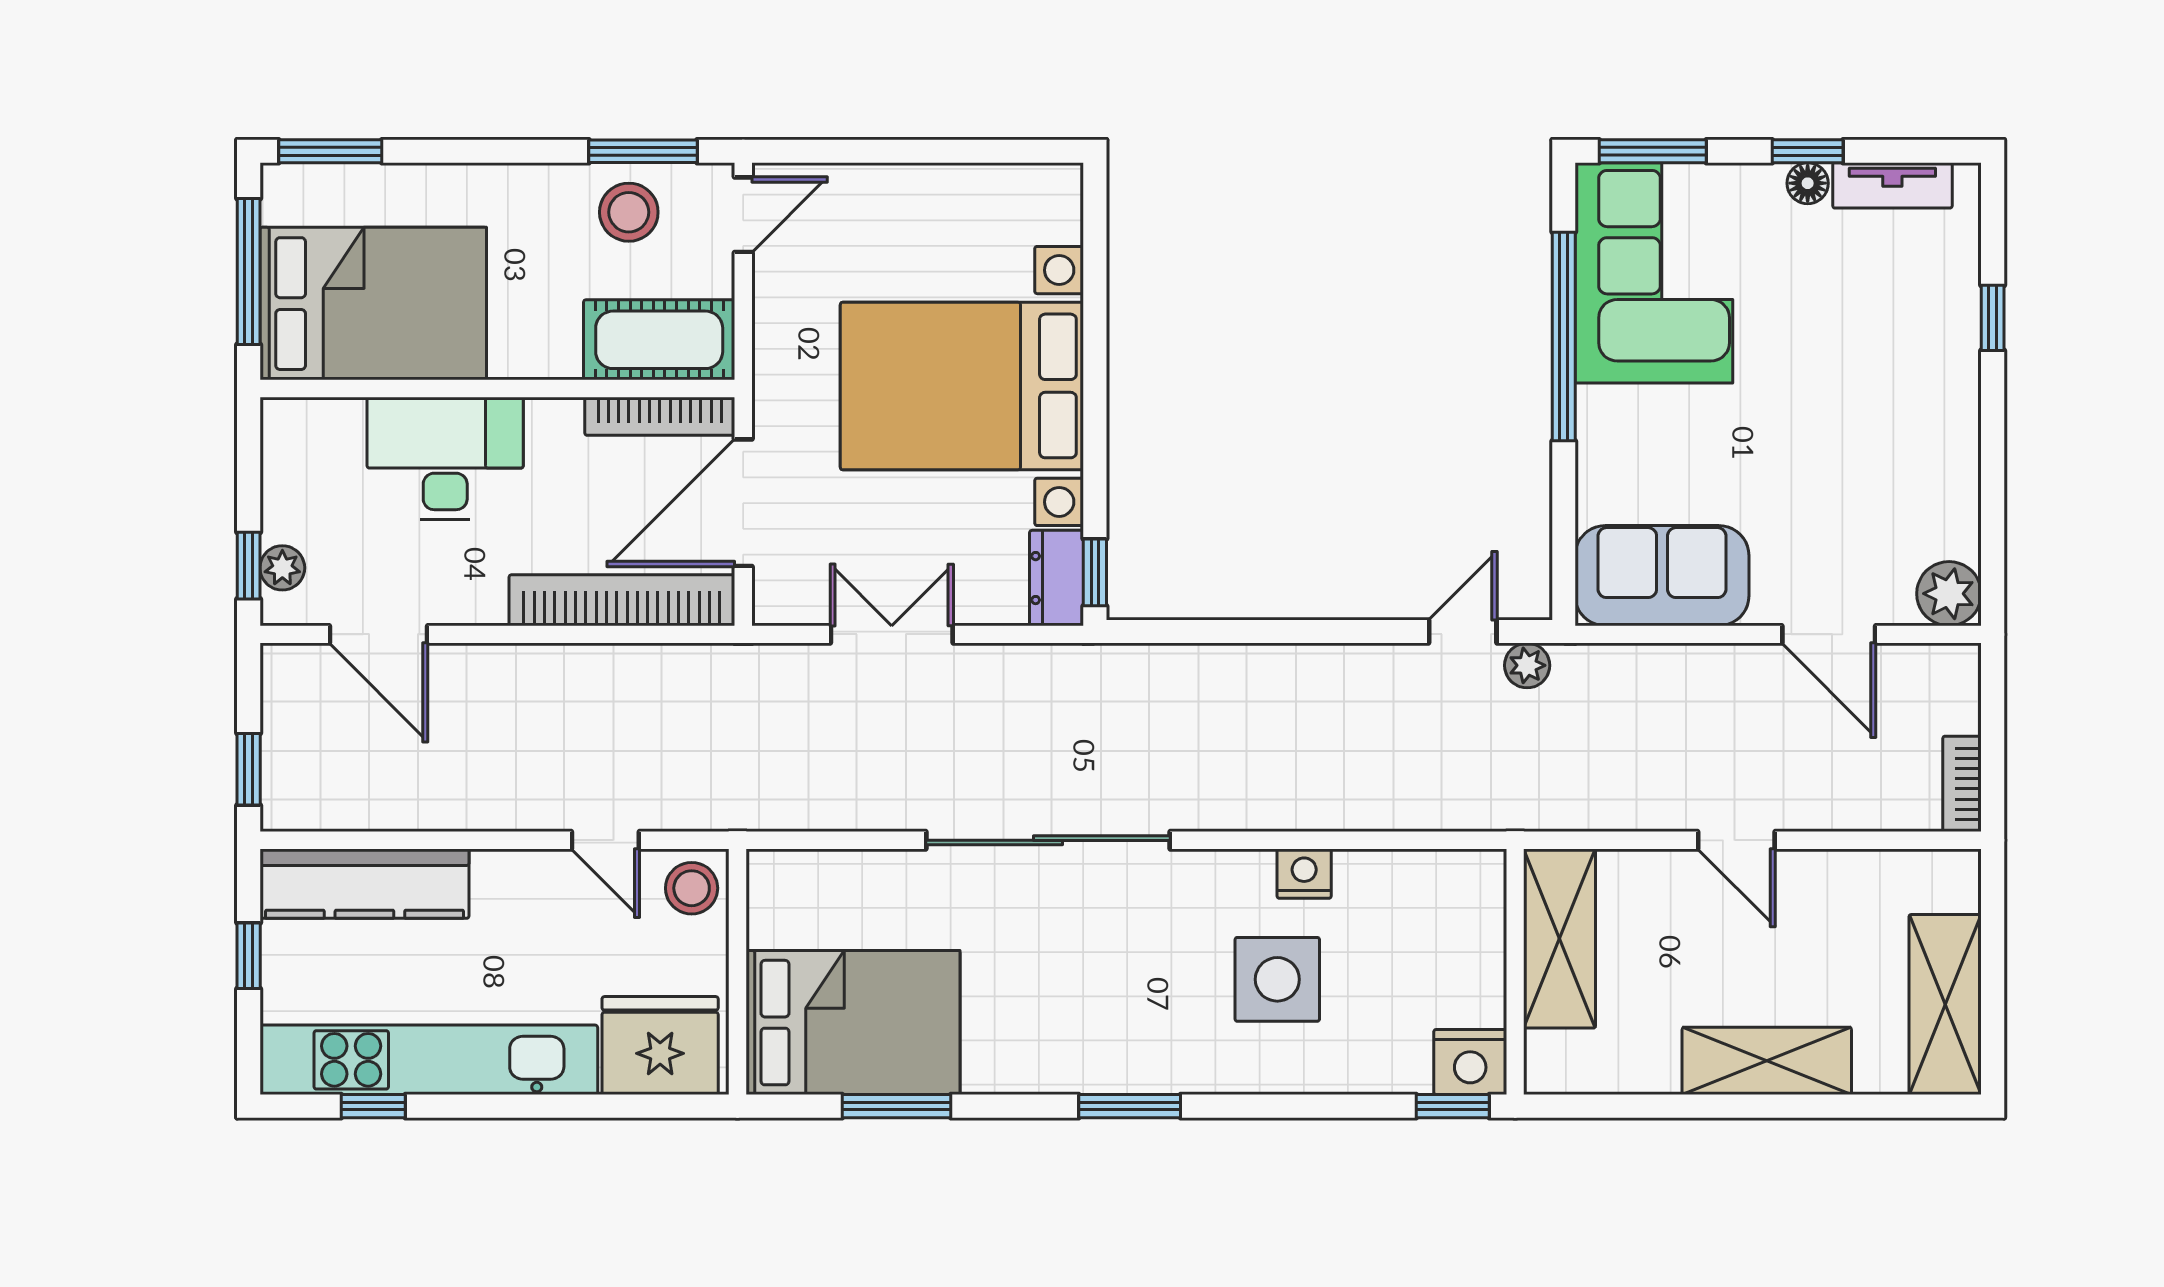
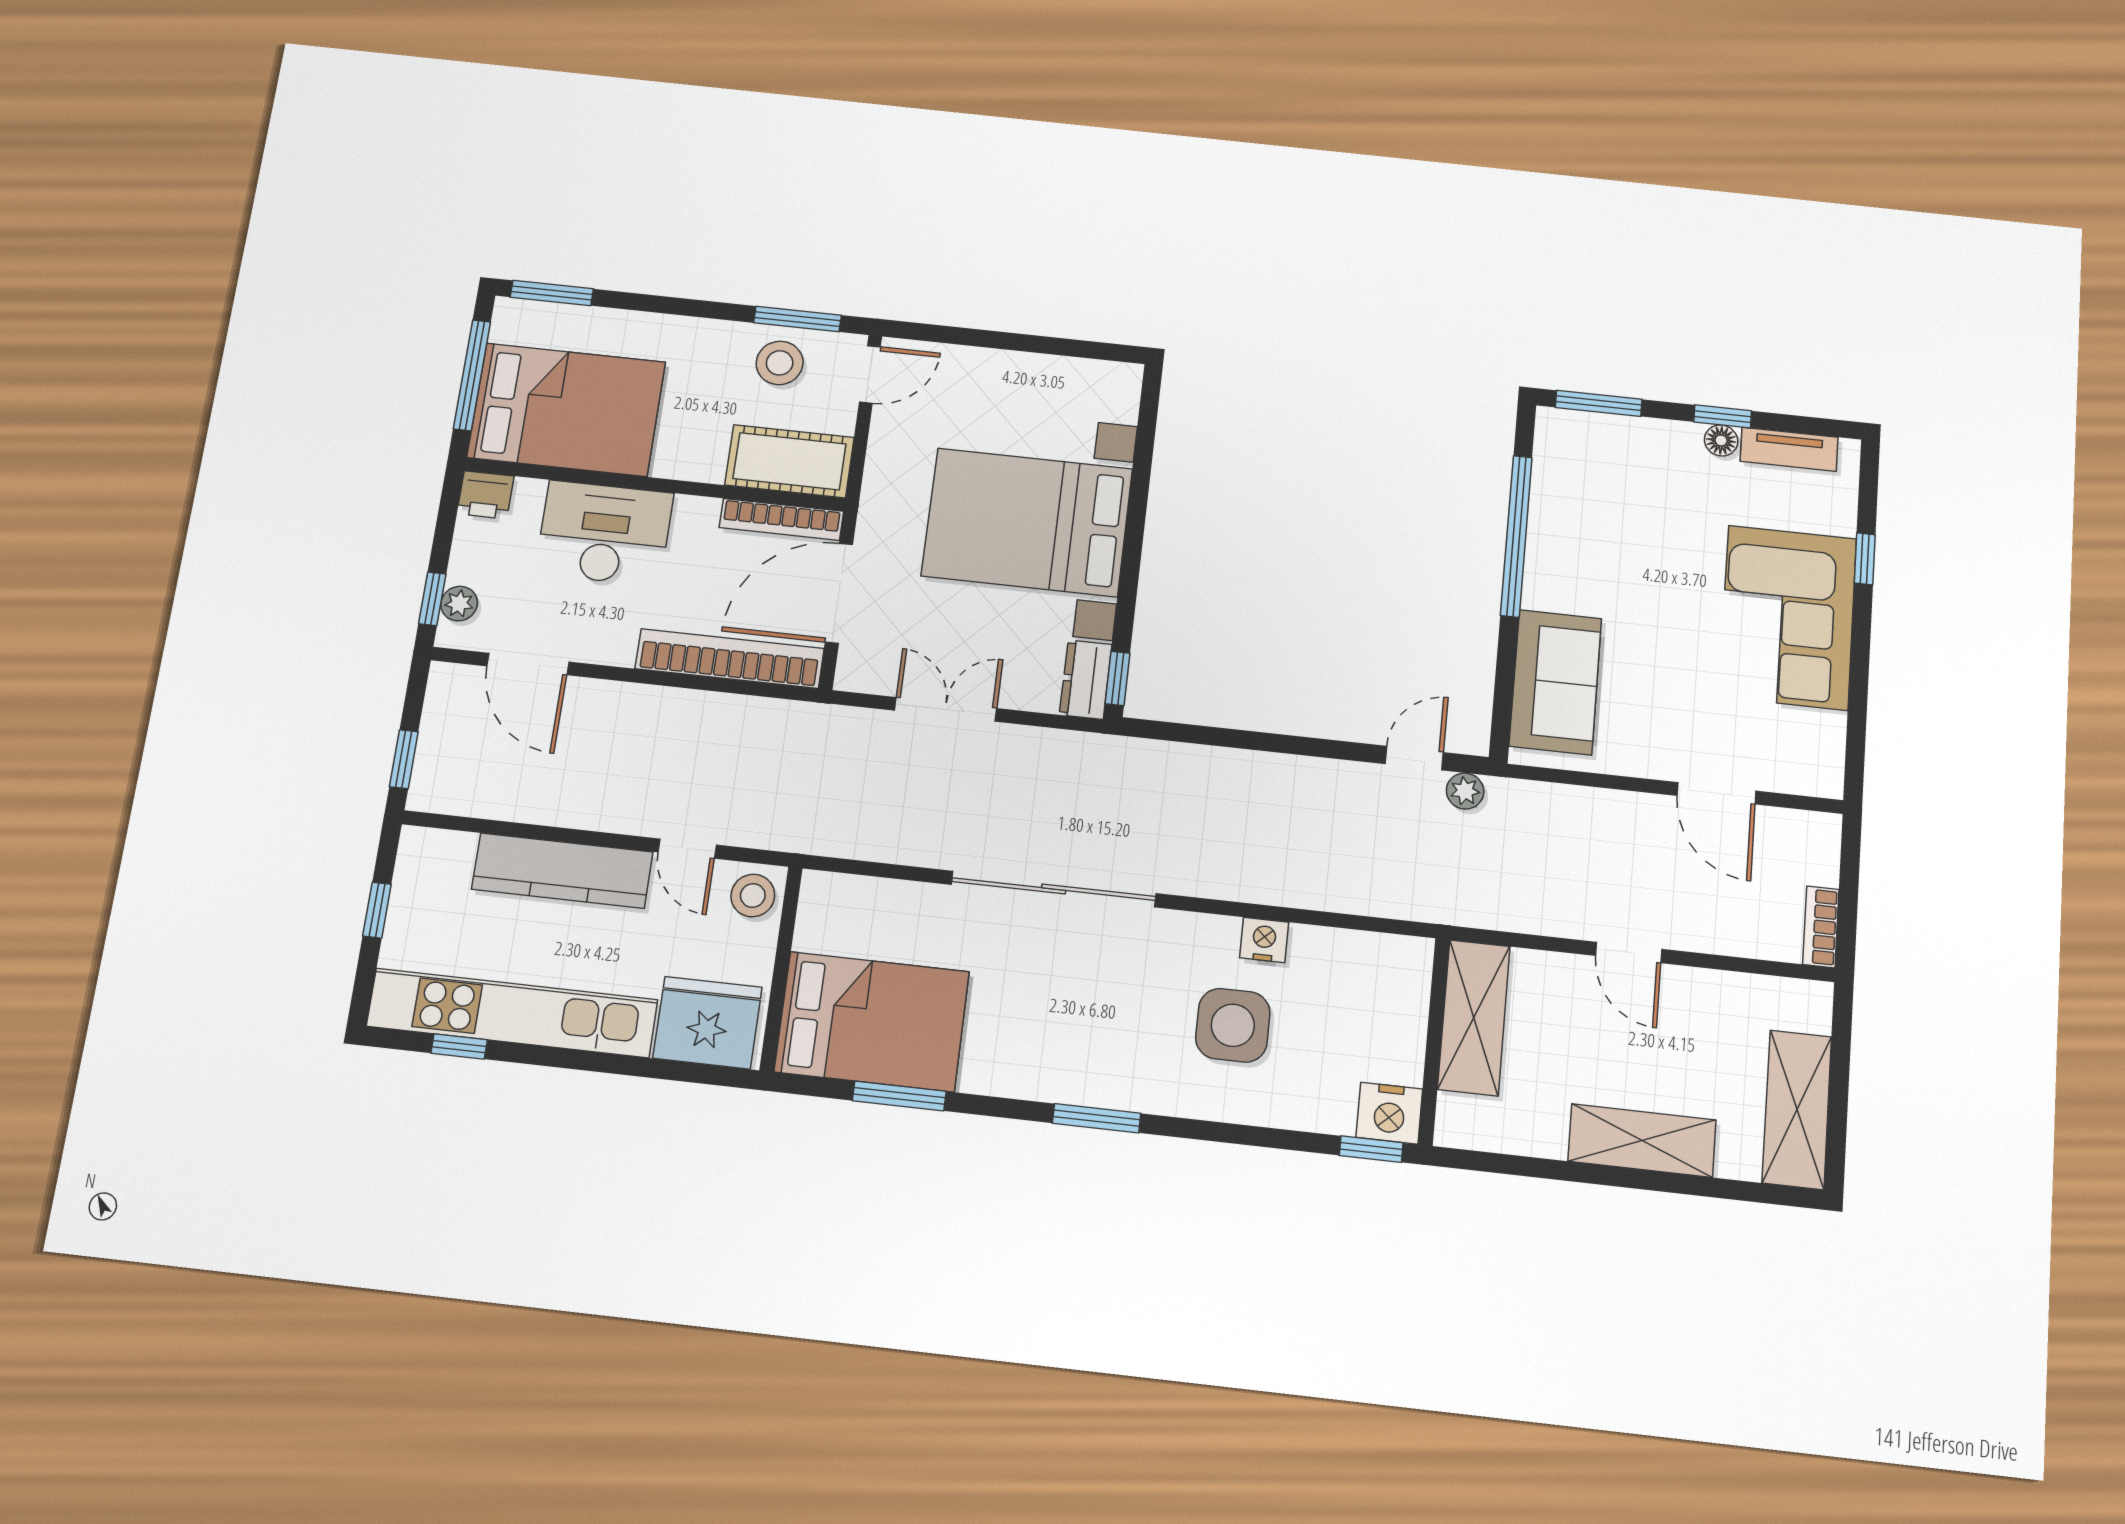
corner sofa: (1654, 273) -> (1788, 617), moved, turned 180
printer: (291, 426) -> (485, 495), added
sofa: (1662, 576) -> (1555, 682), moved, turned 90
plant: (1949, 594) -> (1818, 771), removed
kitchen counter: (364, 884) -> (562, 871), moved

